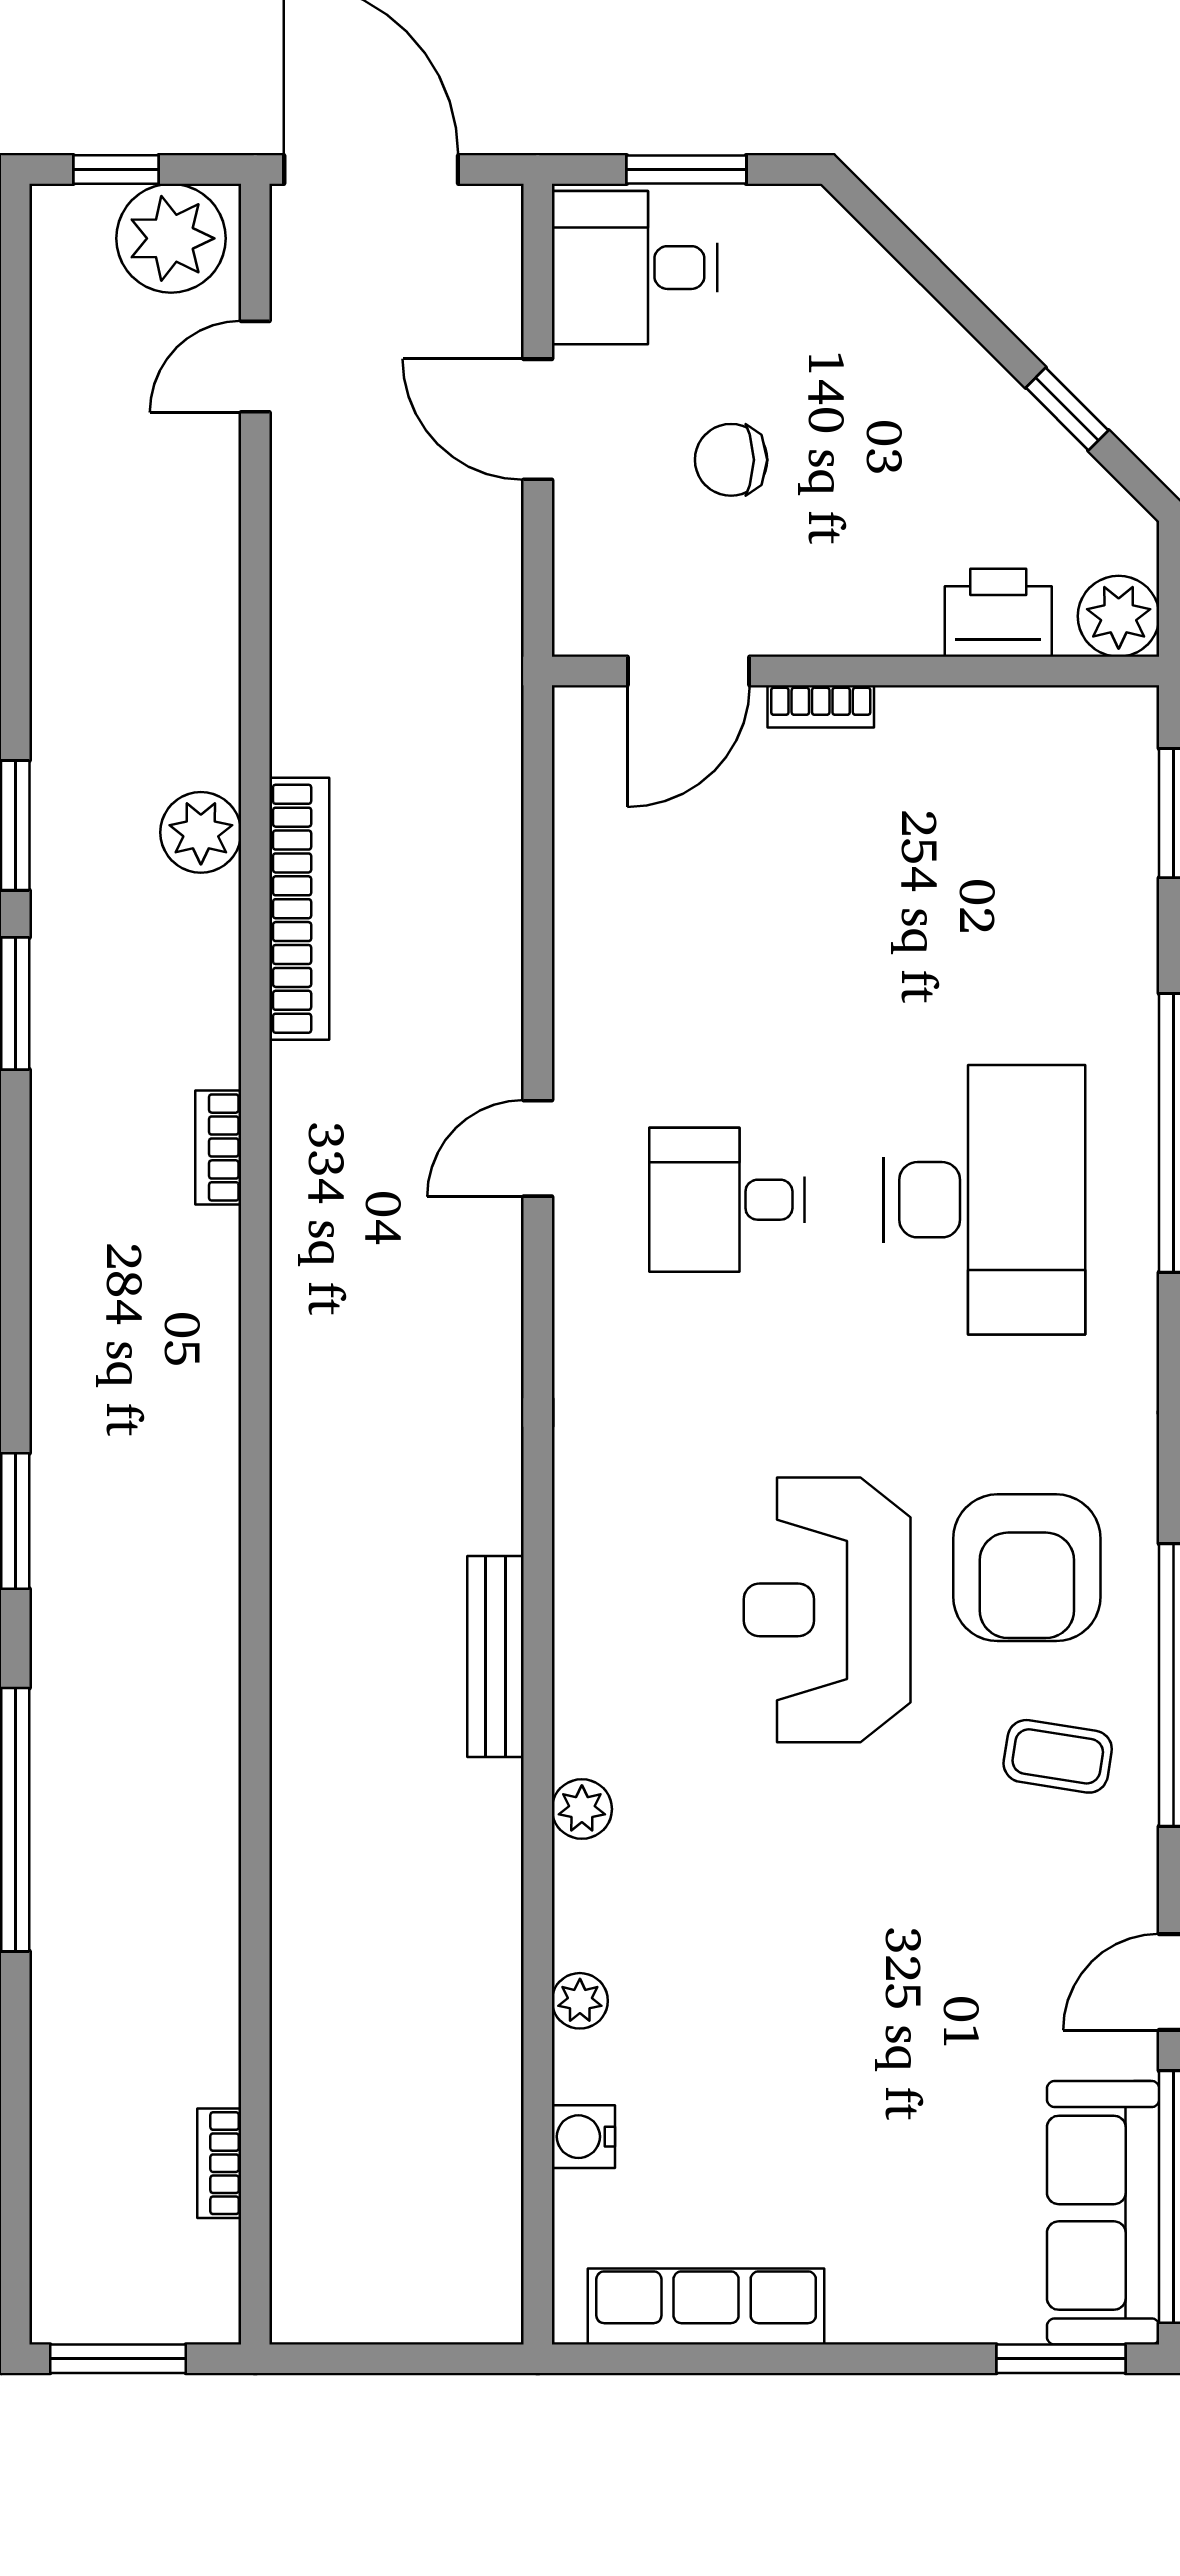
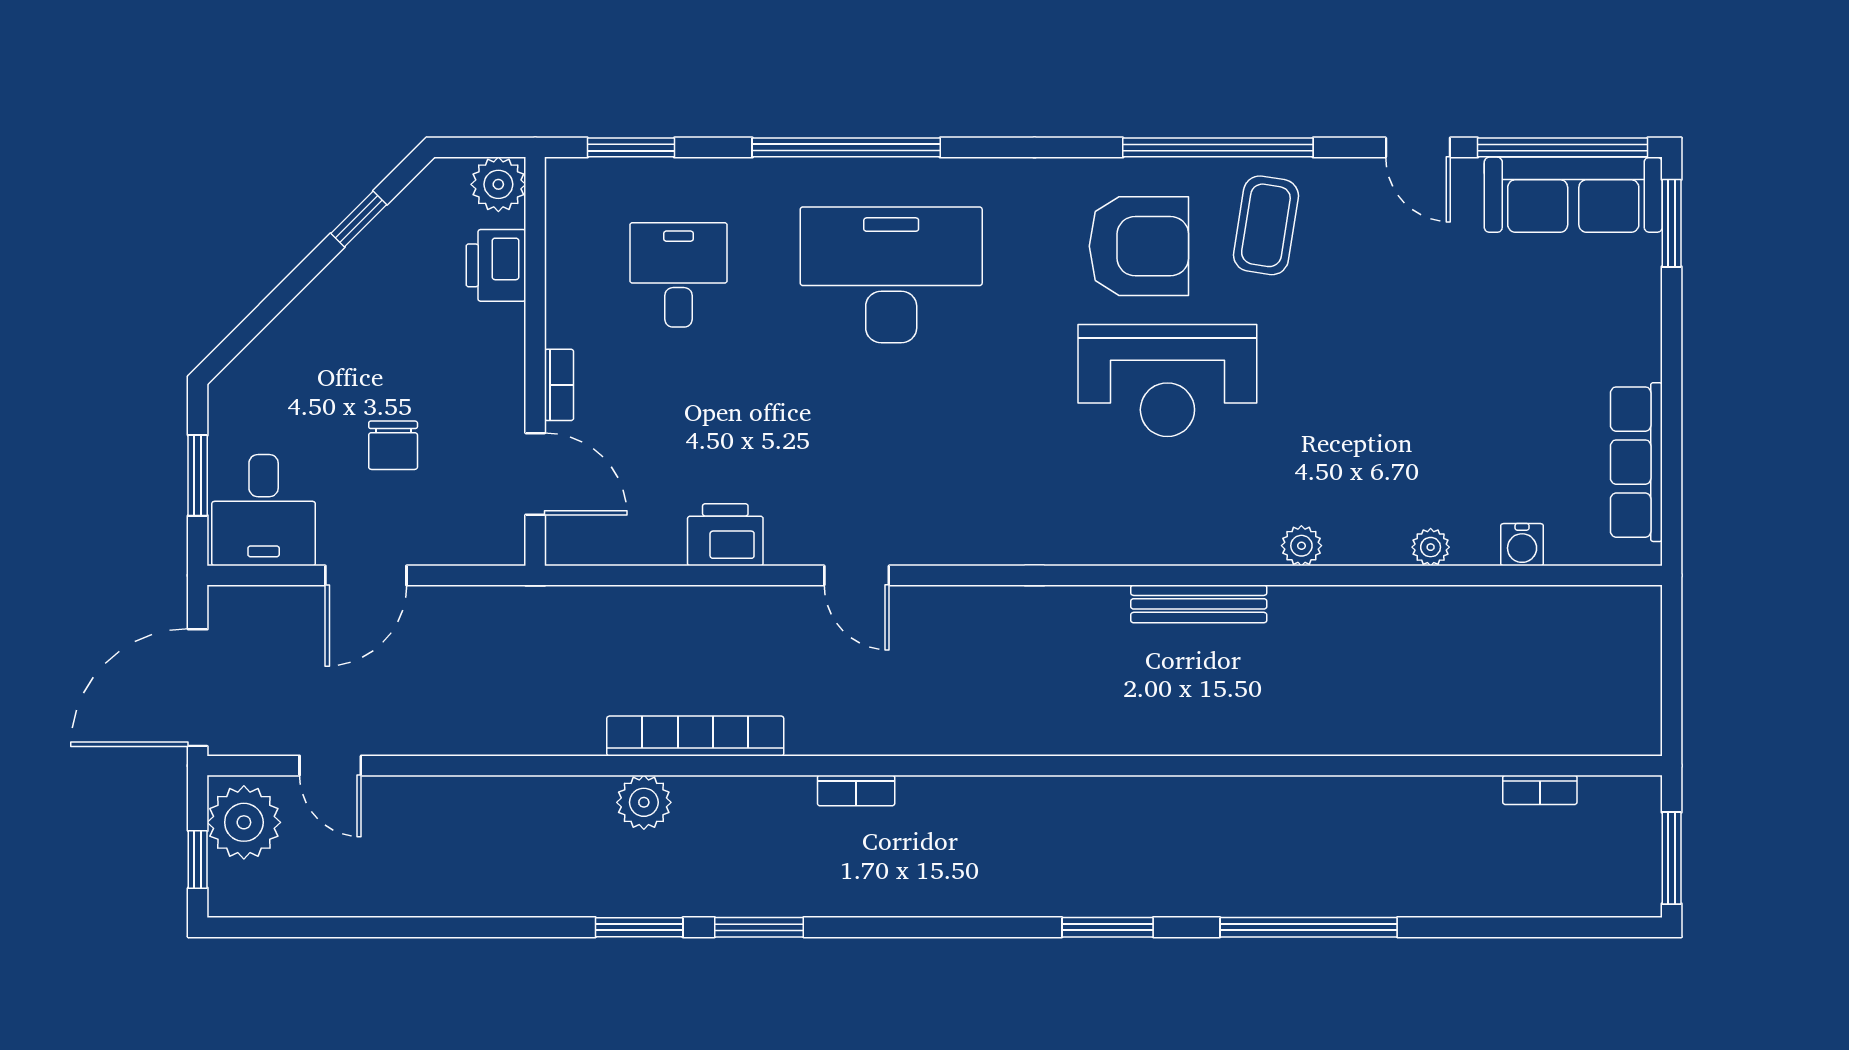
printer: (598, 953) -> (725, 535), added
desk: (727, 1200) -> (678, 275), moved, turned 180
coffee table: (1058, 1756) -> (1266, 225), width x1.36, depth x1.30

